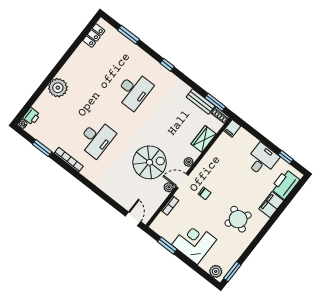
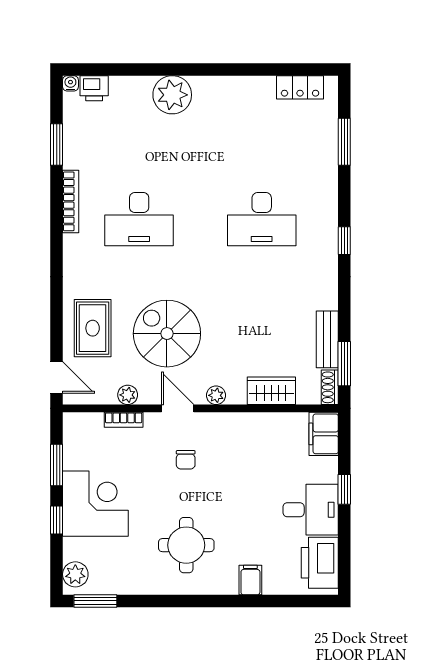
filing cabinet: (232, 128) -> (324, 434), width x2.00
window: (286, 157) -> (344, 489), moved
spiral stairs: (150, 162) -> (167, 334), turned 180
printer: (285, 184) -> (320, 563), moved, turned -90
plant: (169, 187) -> (128, 395), moved
rug: (125, 190) -> (93, 328), added
filing cabinet: (271, 205) -> (250, 580), width x0.50
door: (133, 219) -> (57, 377), hinge flipped
round table: (238, 219) -> (186, 545), turned -30
window: (189, 262) -> (57, 520), added

